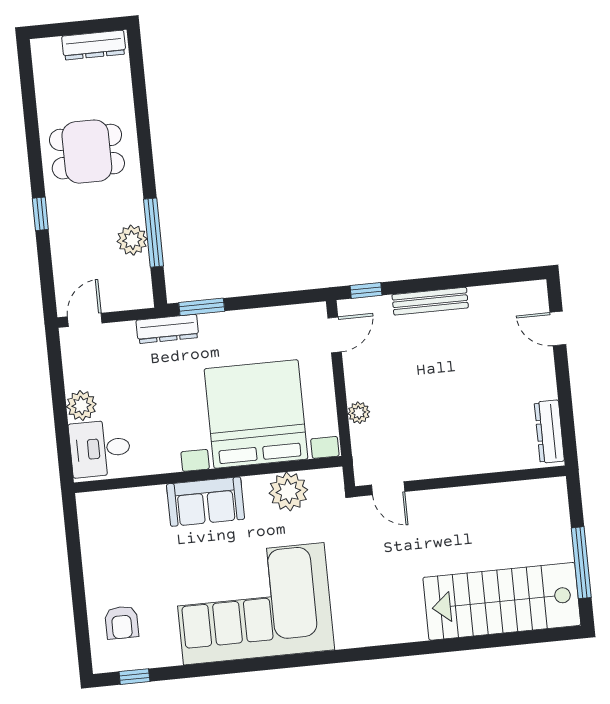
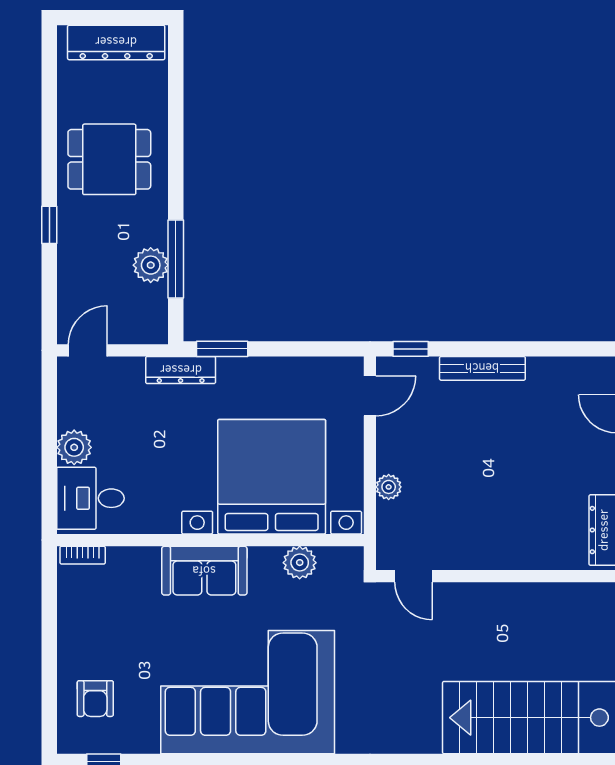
dresser: (94, 45) -> (116, 42), width x1.37, depth x1.24
plant: (288, 491) -> (300, 563), width x0.73, depth x0.73
bookcase: (98, 499) -> (83, 555), added

